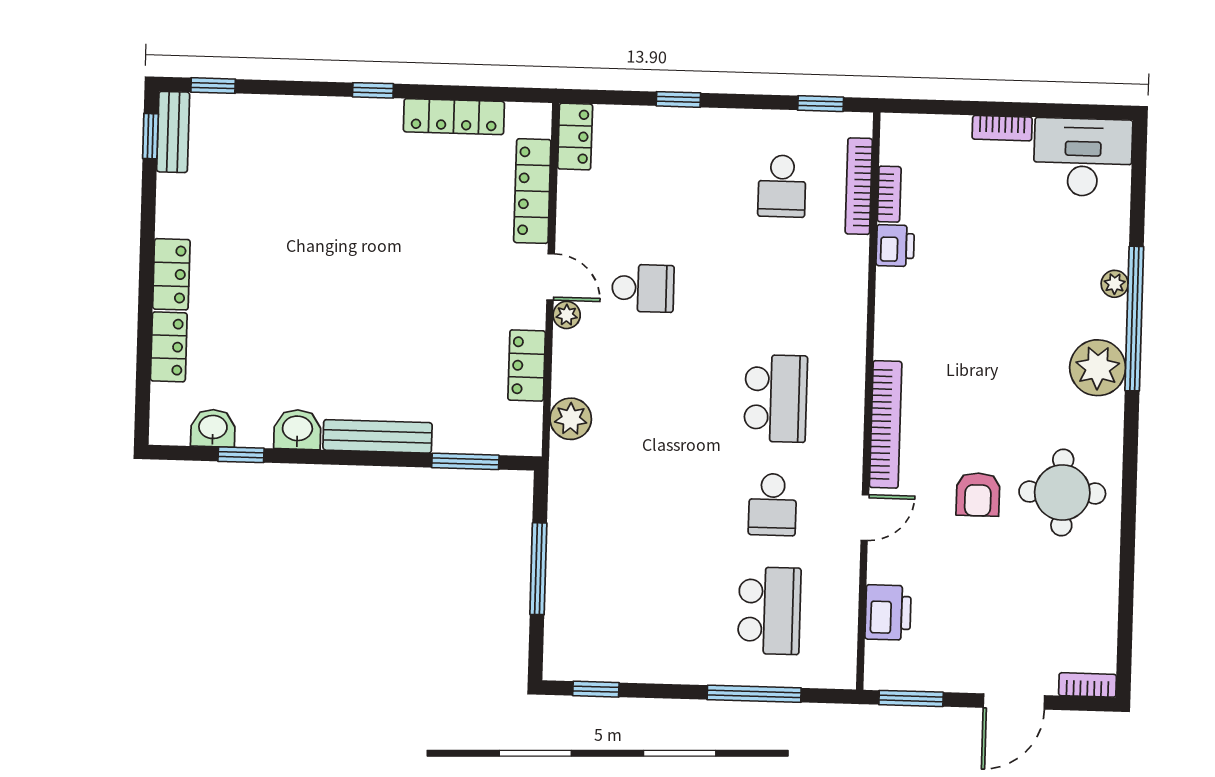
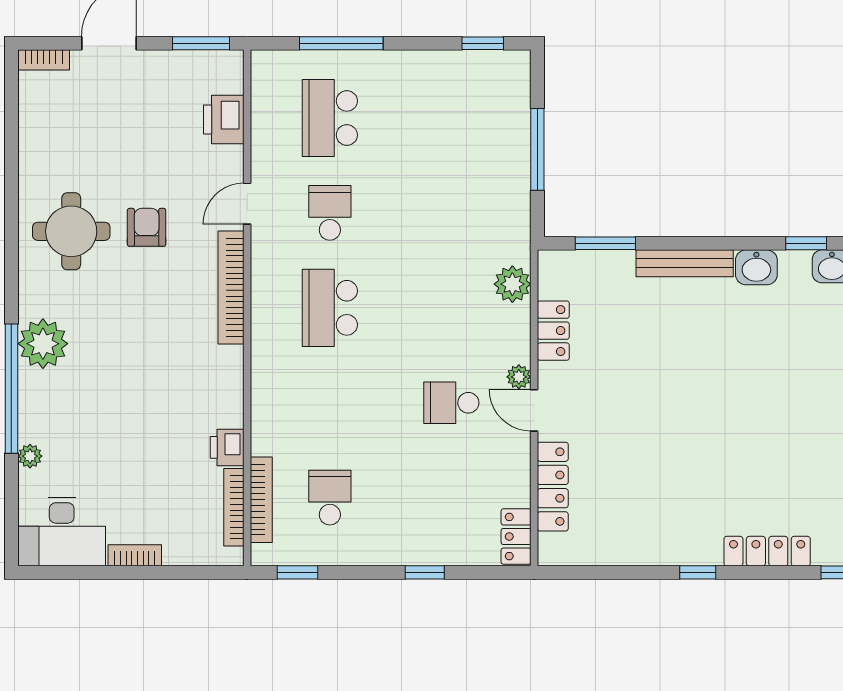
locker: (454, 117) -> (767, 551), moved
bookcase: (889, 194) -> (234, 507), width x1.56
plant: (1115, 284) -> (30, 456), moved

